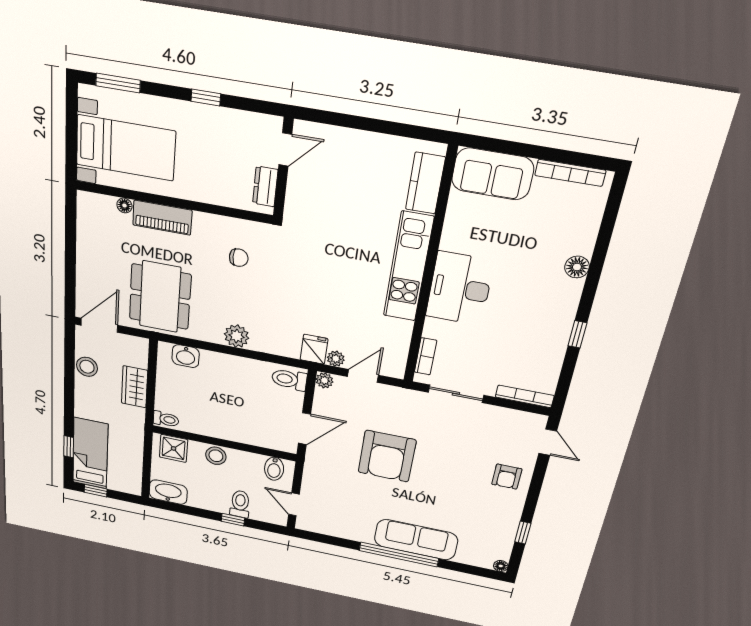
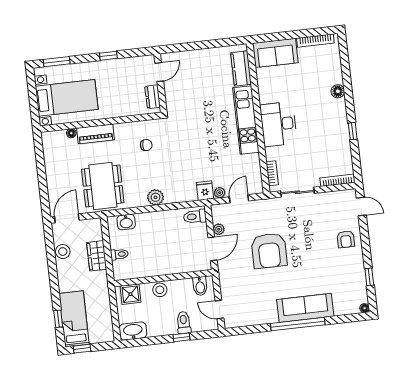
plant: (324, 380) -> (219, 229), moved
toilet: (166, 419) -> (119, 254), moved

